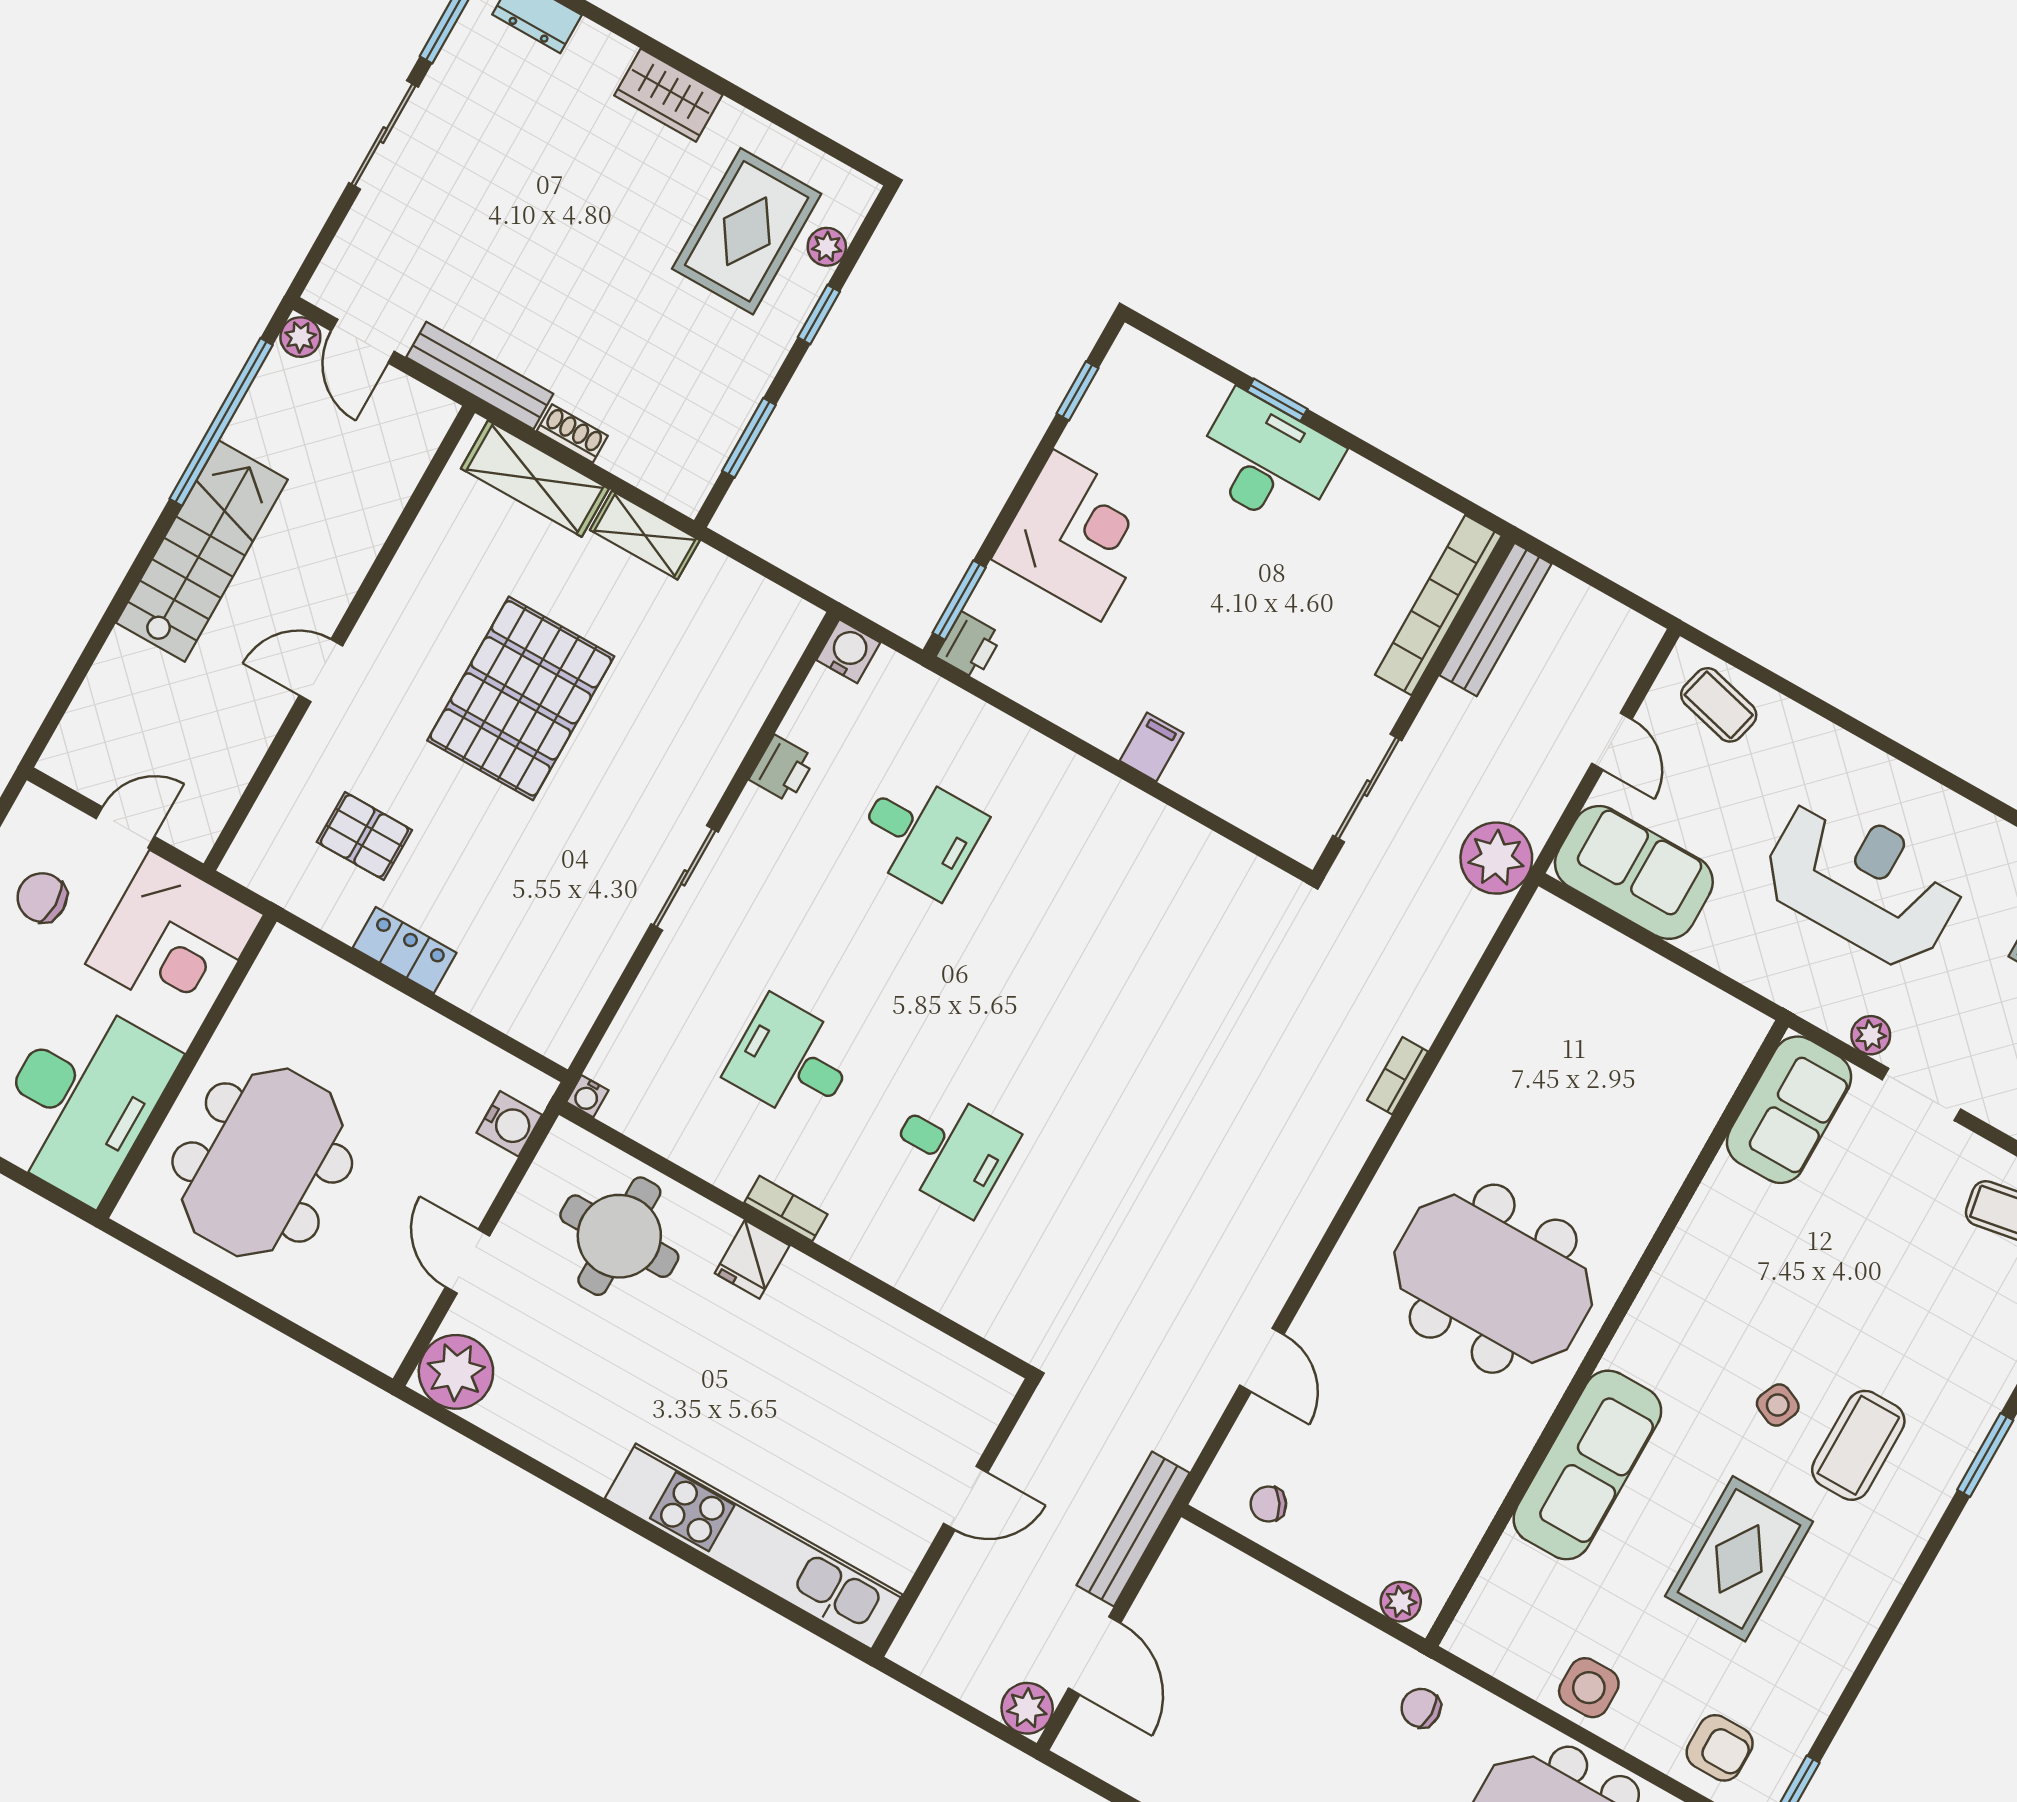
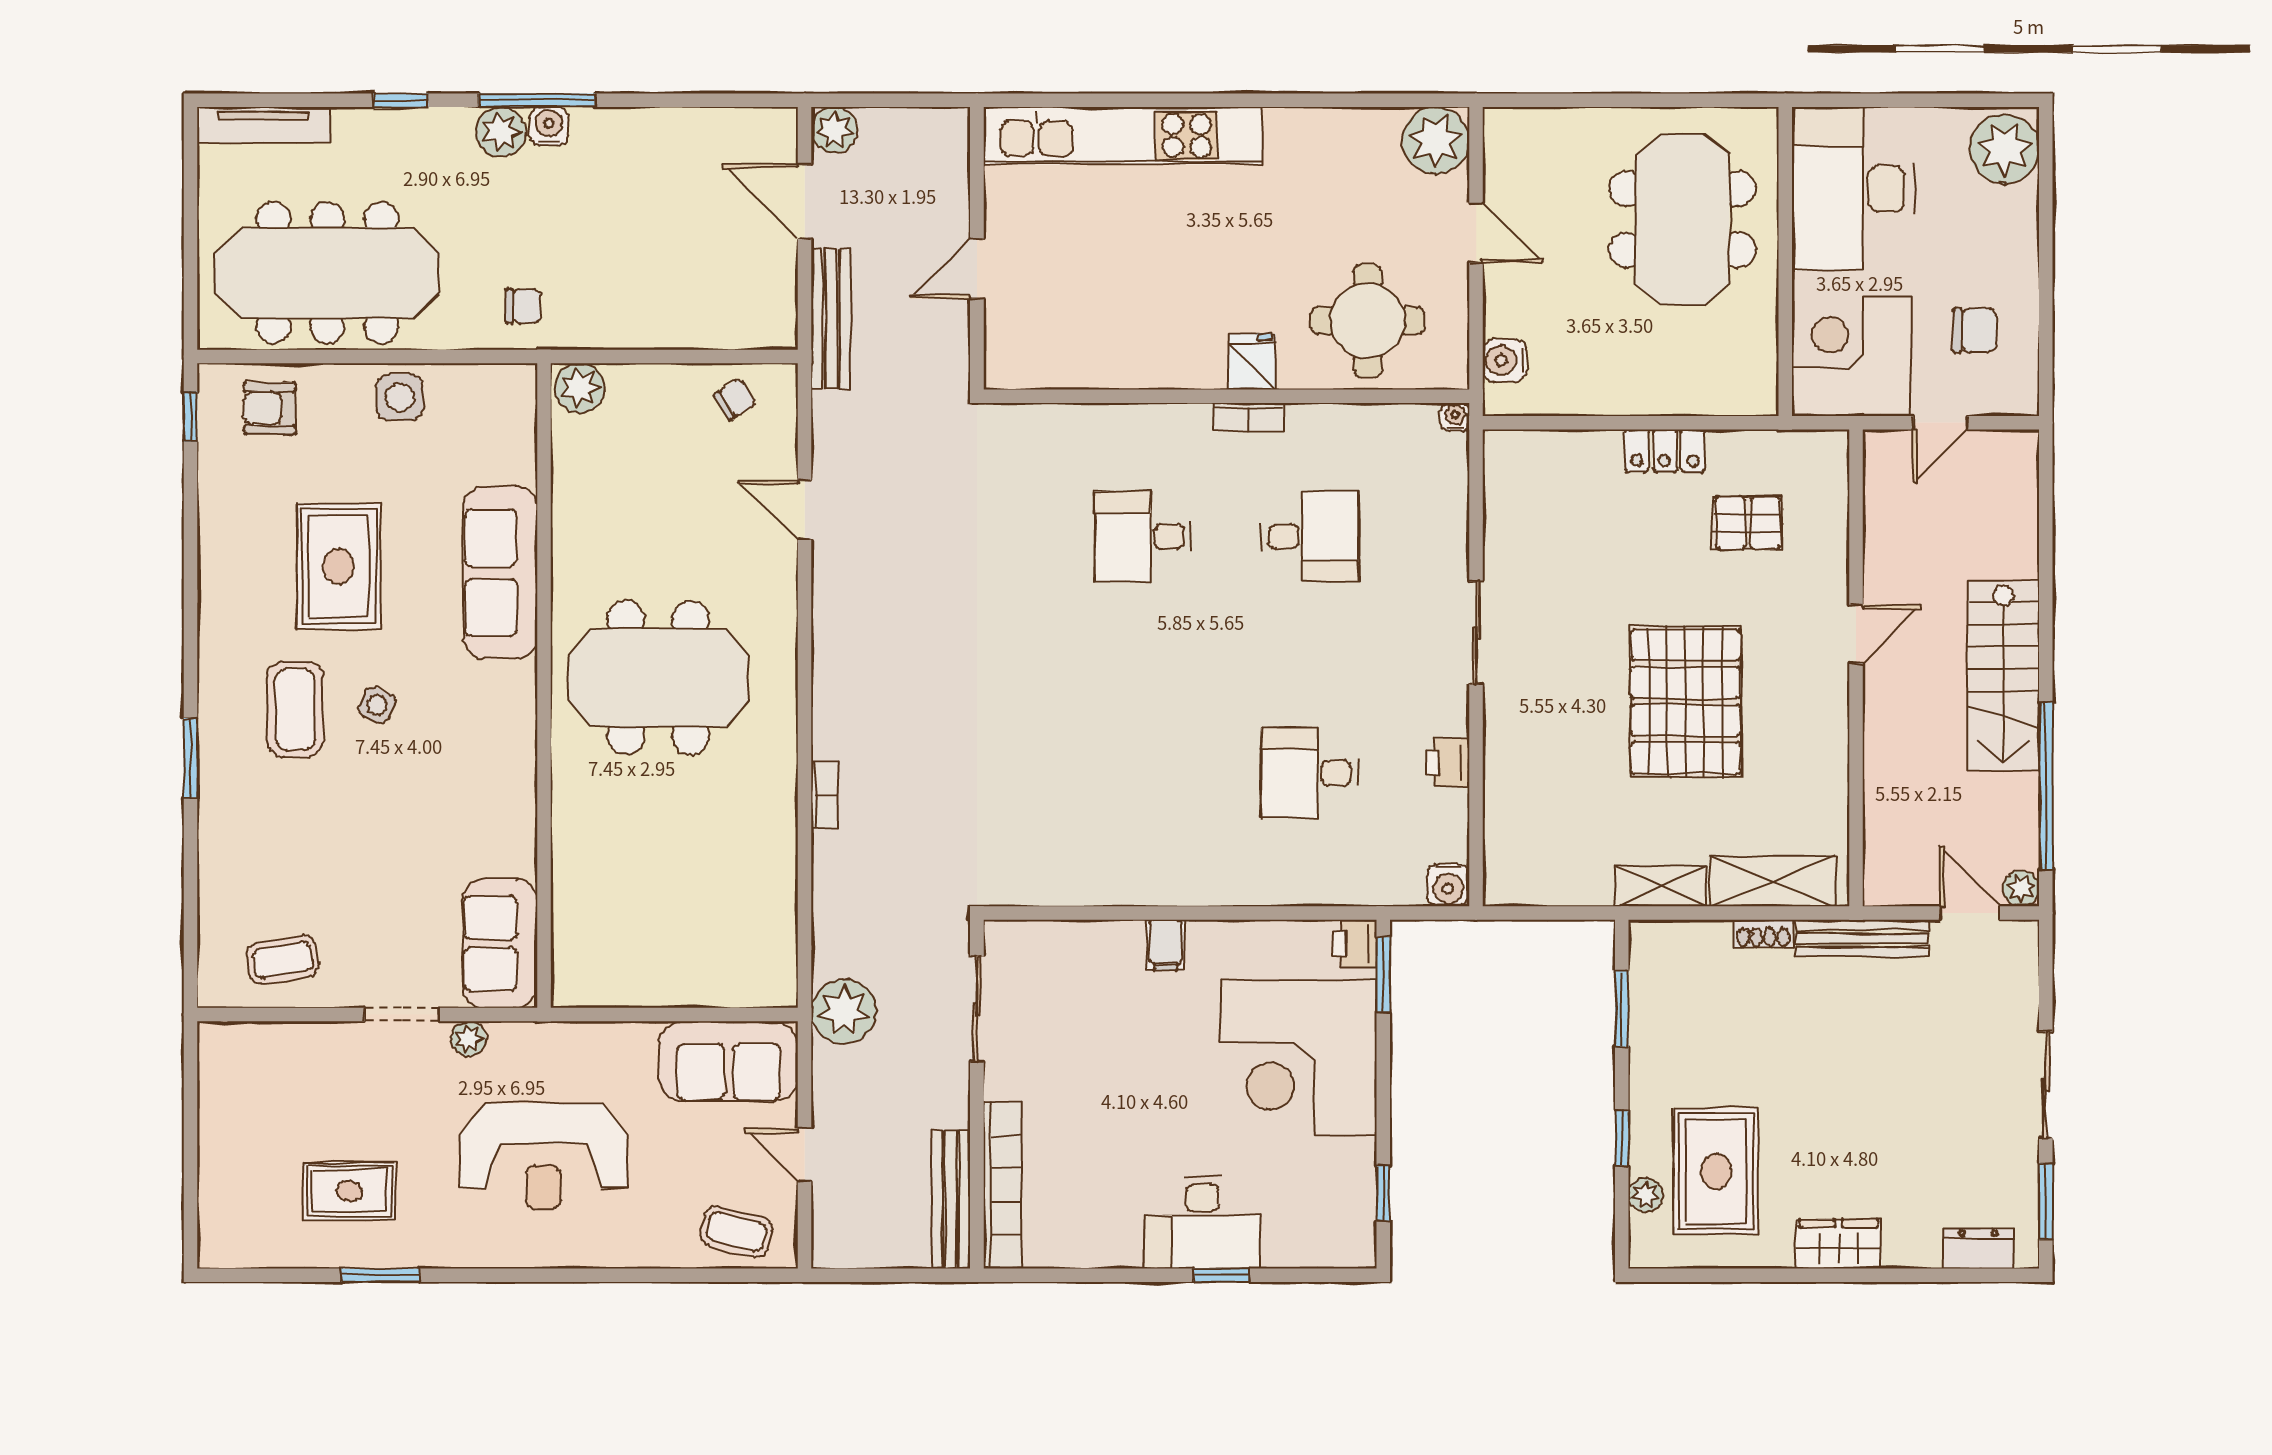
corner desk: (1077, 535) -> (1298, 1058), width x1.36, depth x1.36
plant: (1401, 1602) -> (580, 388), width x1.38, depth x1.38

